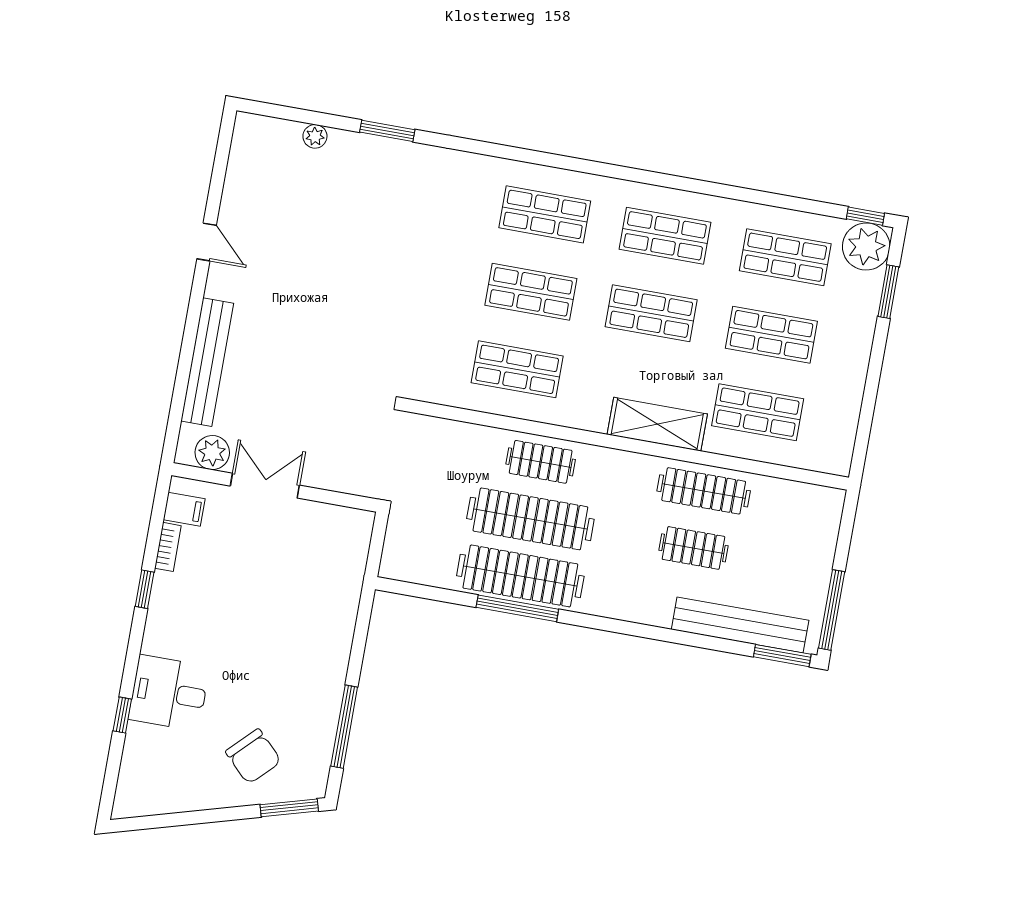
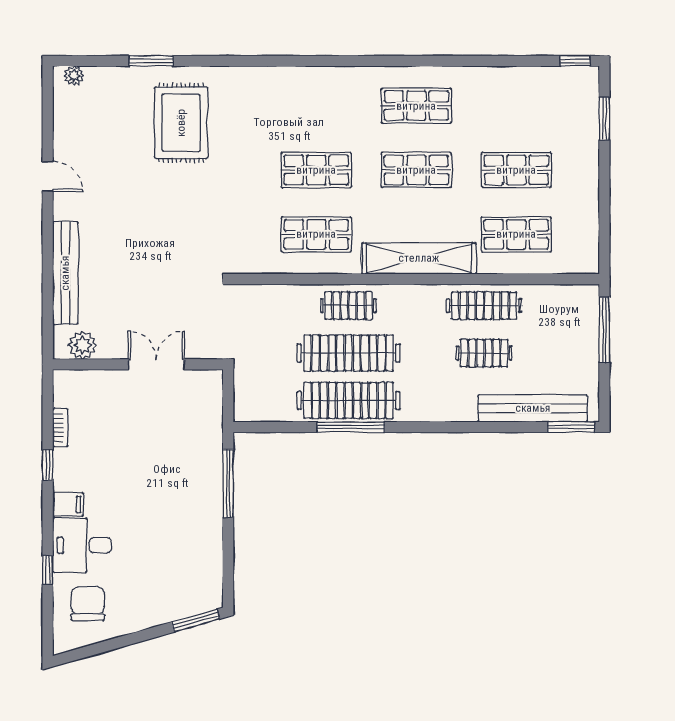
window: (387, 131) -> (151, 61), moved
plant: (315, 136) -> (74, 76), moved
rug: (378, 206) -> (181, 123), added
shop shelf: (545, 214) -> (316, 106), removed
plant: (866, 246) -> (580, 85), removed
shop shelf: (785, 257) -> (516, 106), removed
shelving: (657, 424) -> (419, 258), width x1.47
double door: (265, 486) -> (156, 364), moved
filing cabinet: (184, 509) -> (68, 504), moved
window: (832, 610) -> (604, 330), moved
window: (344, 727) -> (228, 484), moved
chair: (253, 756) -> (88, 604), moved, turned -135

